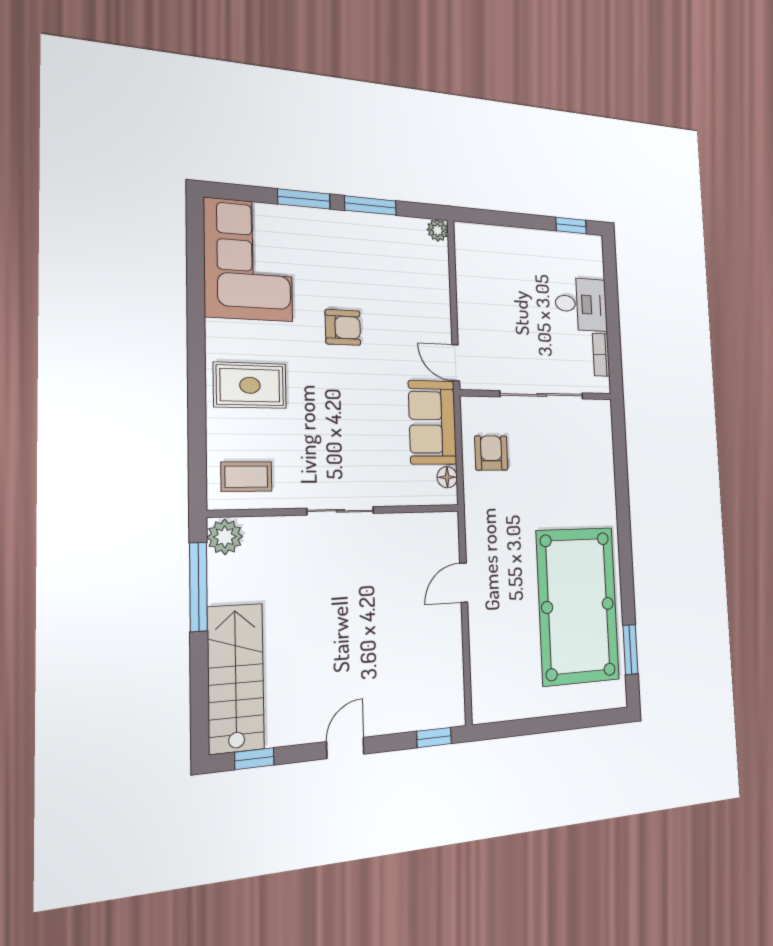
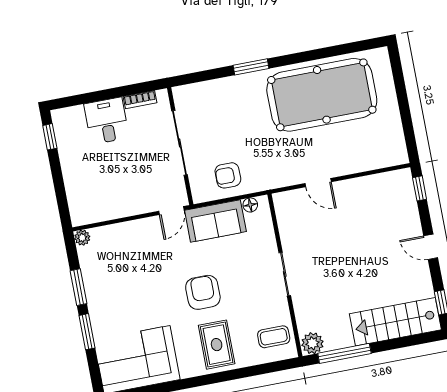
armchair: (343, 327) -> (203, 292), moved, width x1.38, depth x1.38
coffee table: (246, 477) -> (274, 337), turned 90
window: (630, 650) -> (251, 67), moved

